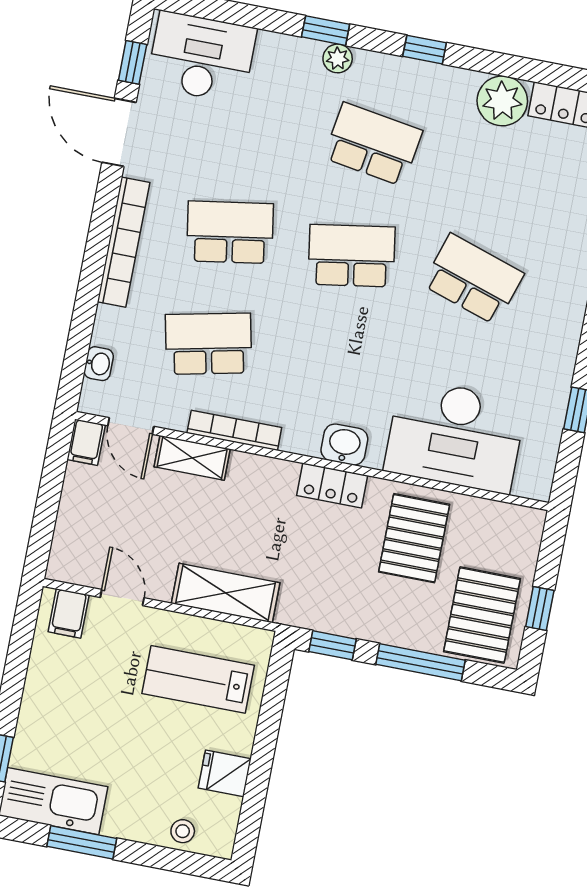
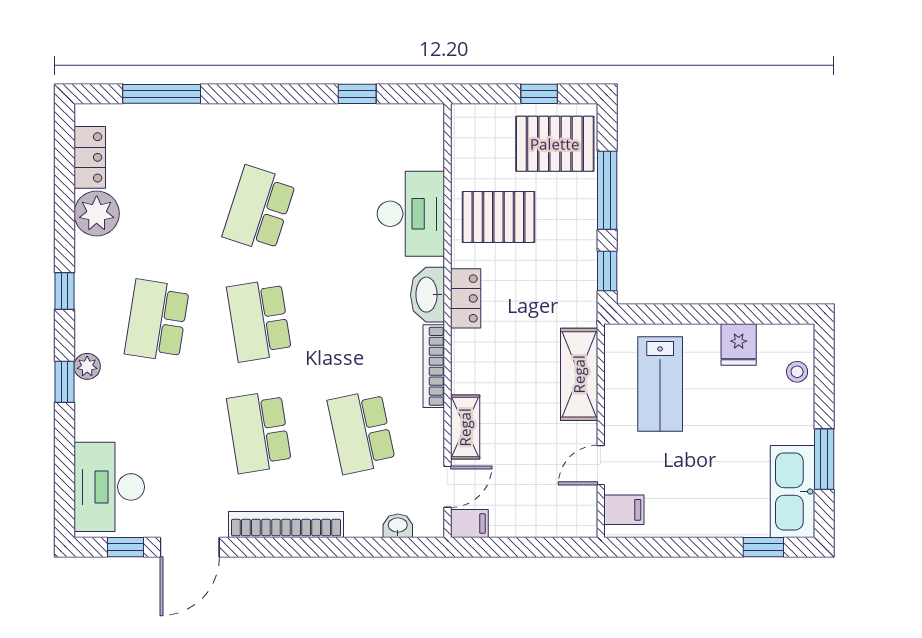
bookcase: (234, 430) -> (434, 366), moved
desk: (455, 436) -> (411, 214), width x0.73, depth x0.77
washbasin: (344, 445) -> (427, 295), width x1.38

